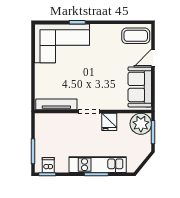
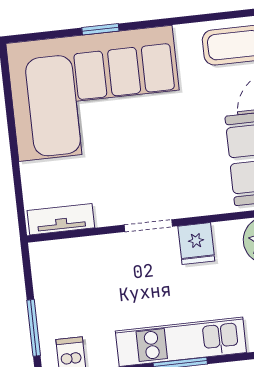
corner sofa: (62, 43) -> (95, 93), width x1.36, depth x1.36
tv unit: (56, 104) -> (61, 219), width x0.71

